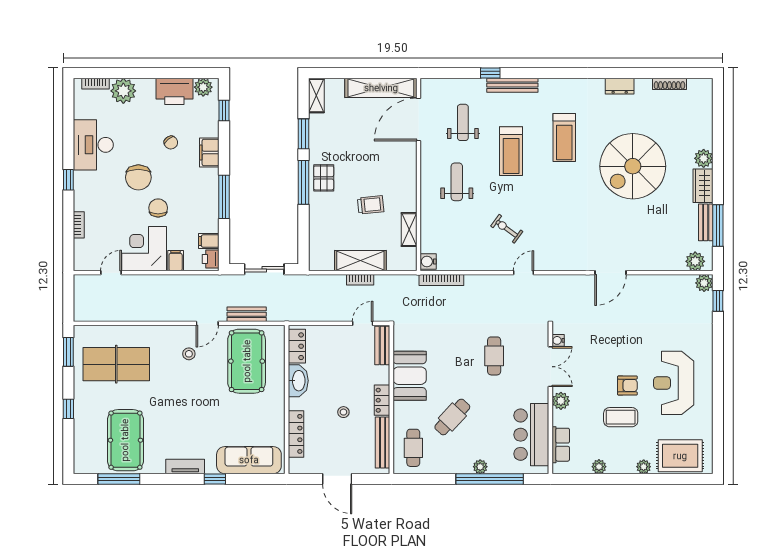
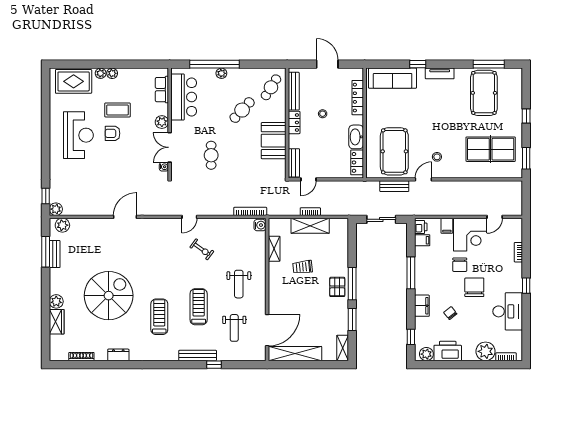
wardrobe: (703, 186) -> (57, 322), moved
cafe table: (413, 448) -> (271, 87), turned 32
plant: (599, 467) -> (112, 73), moved

